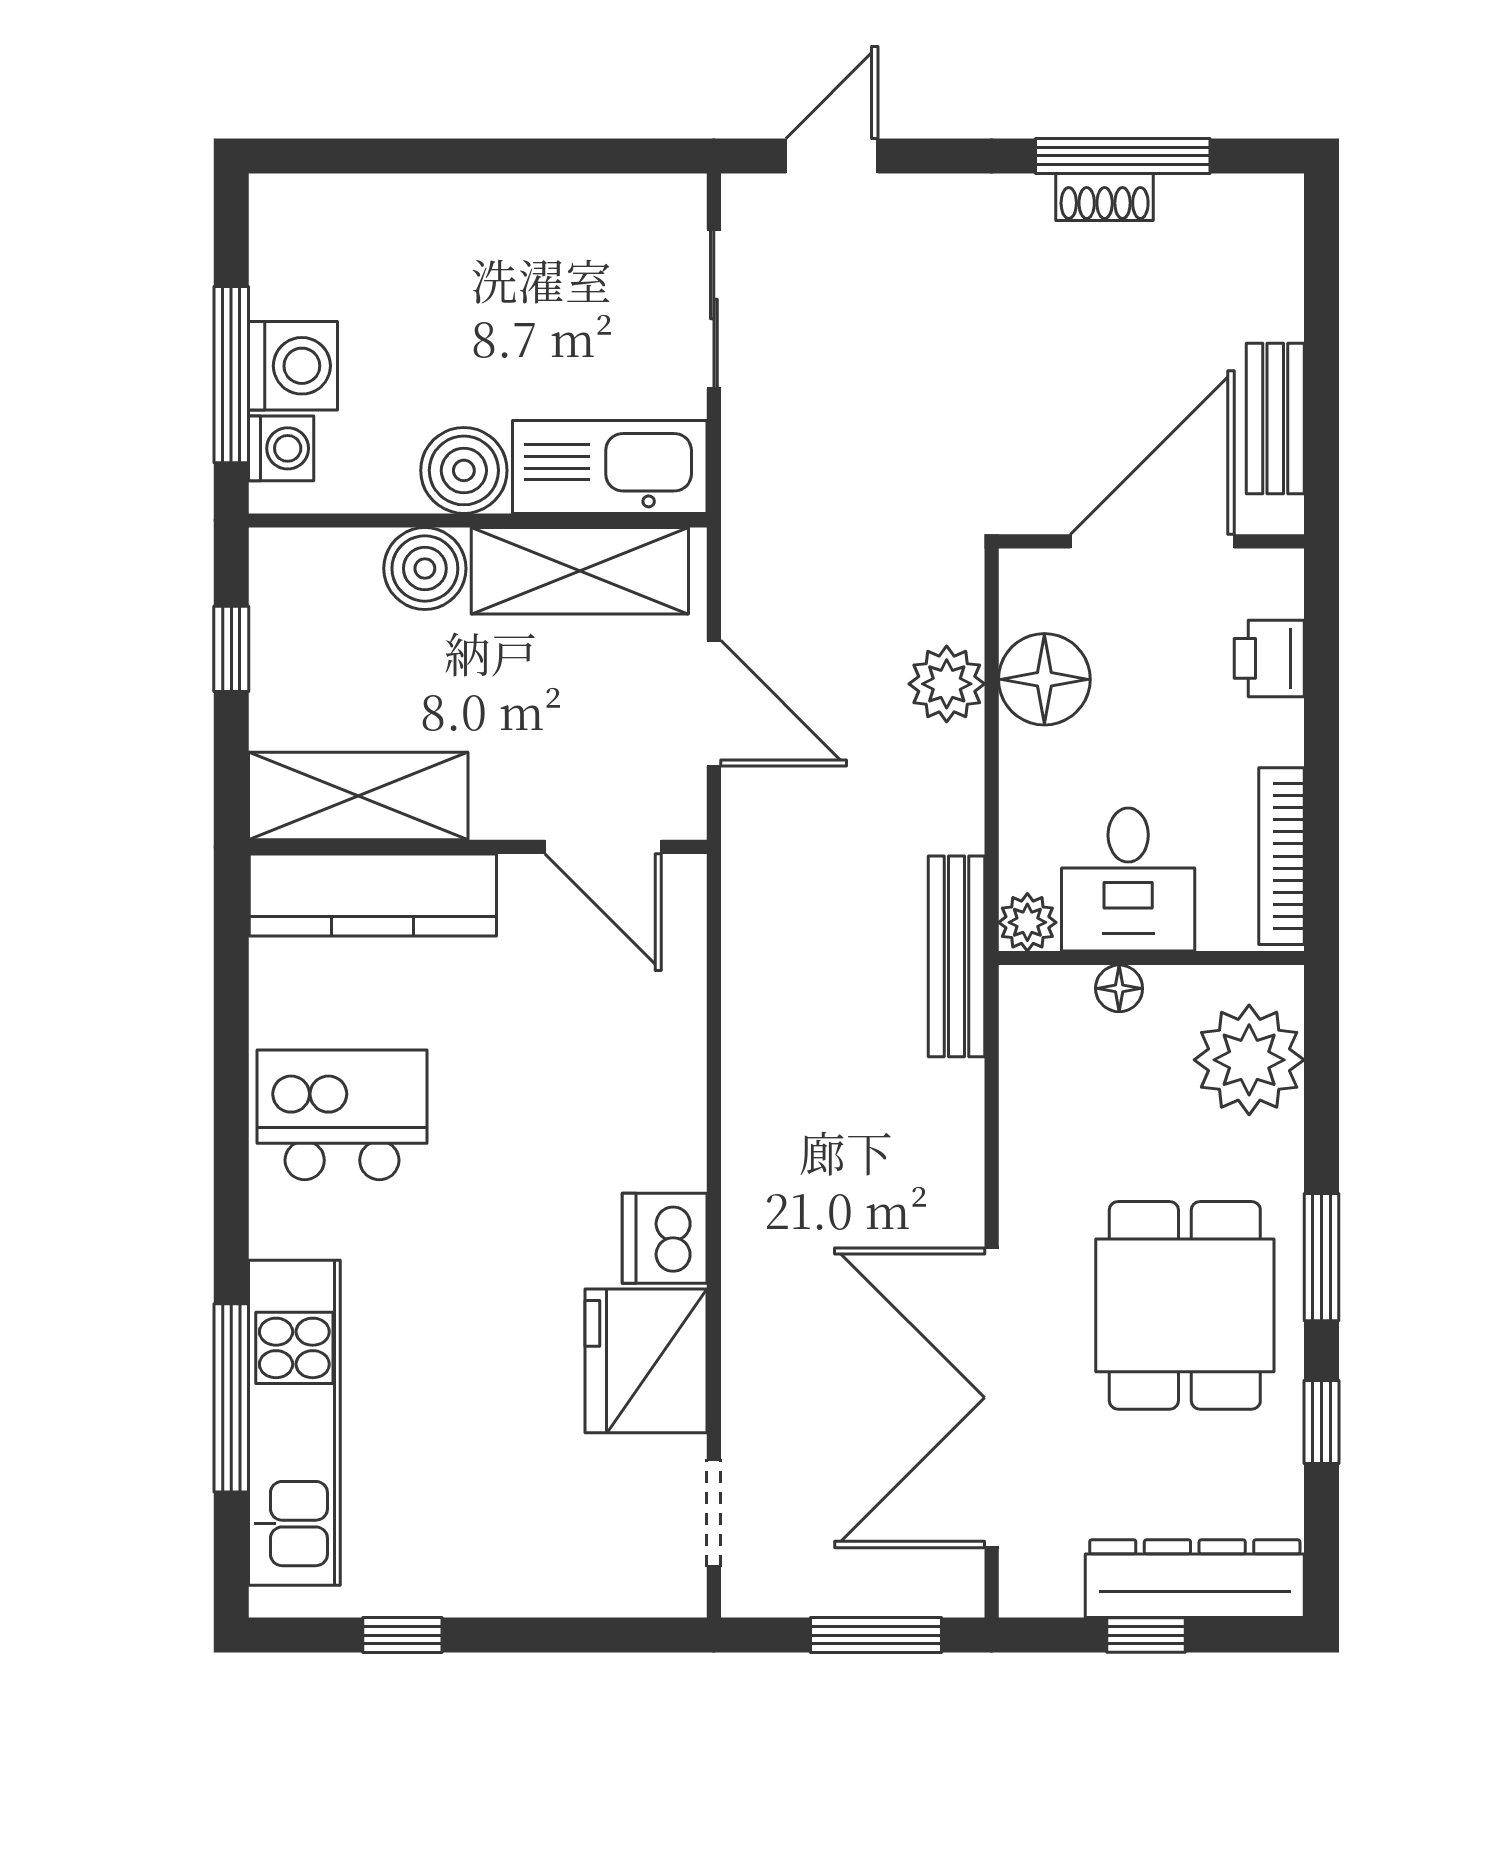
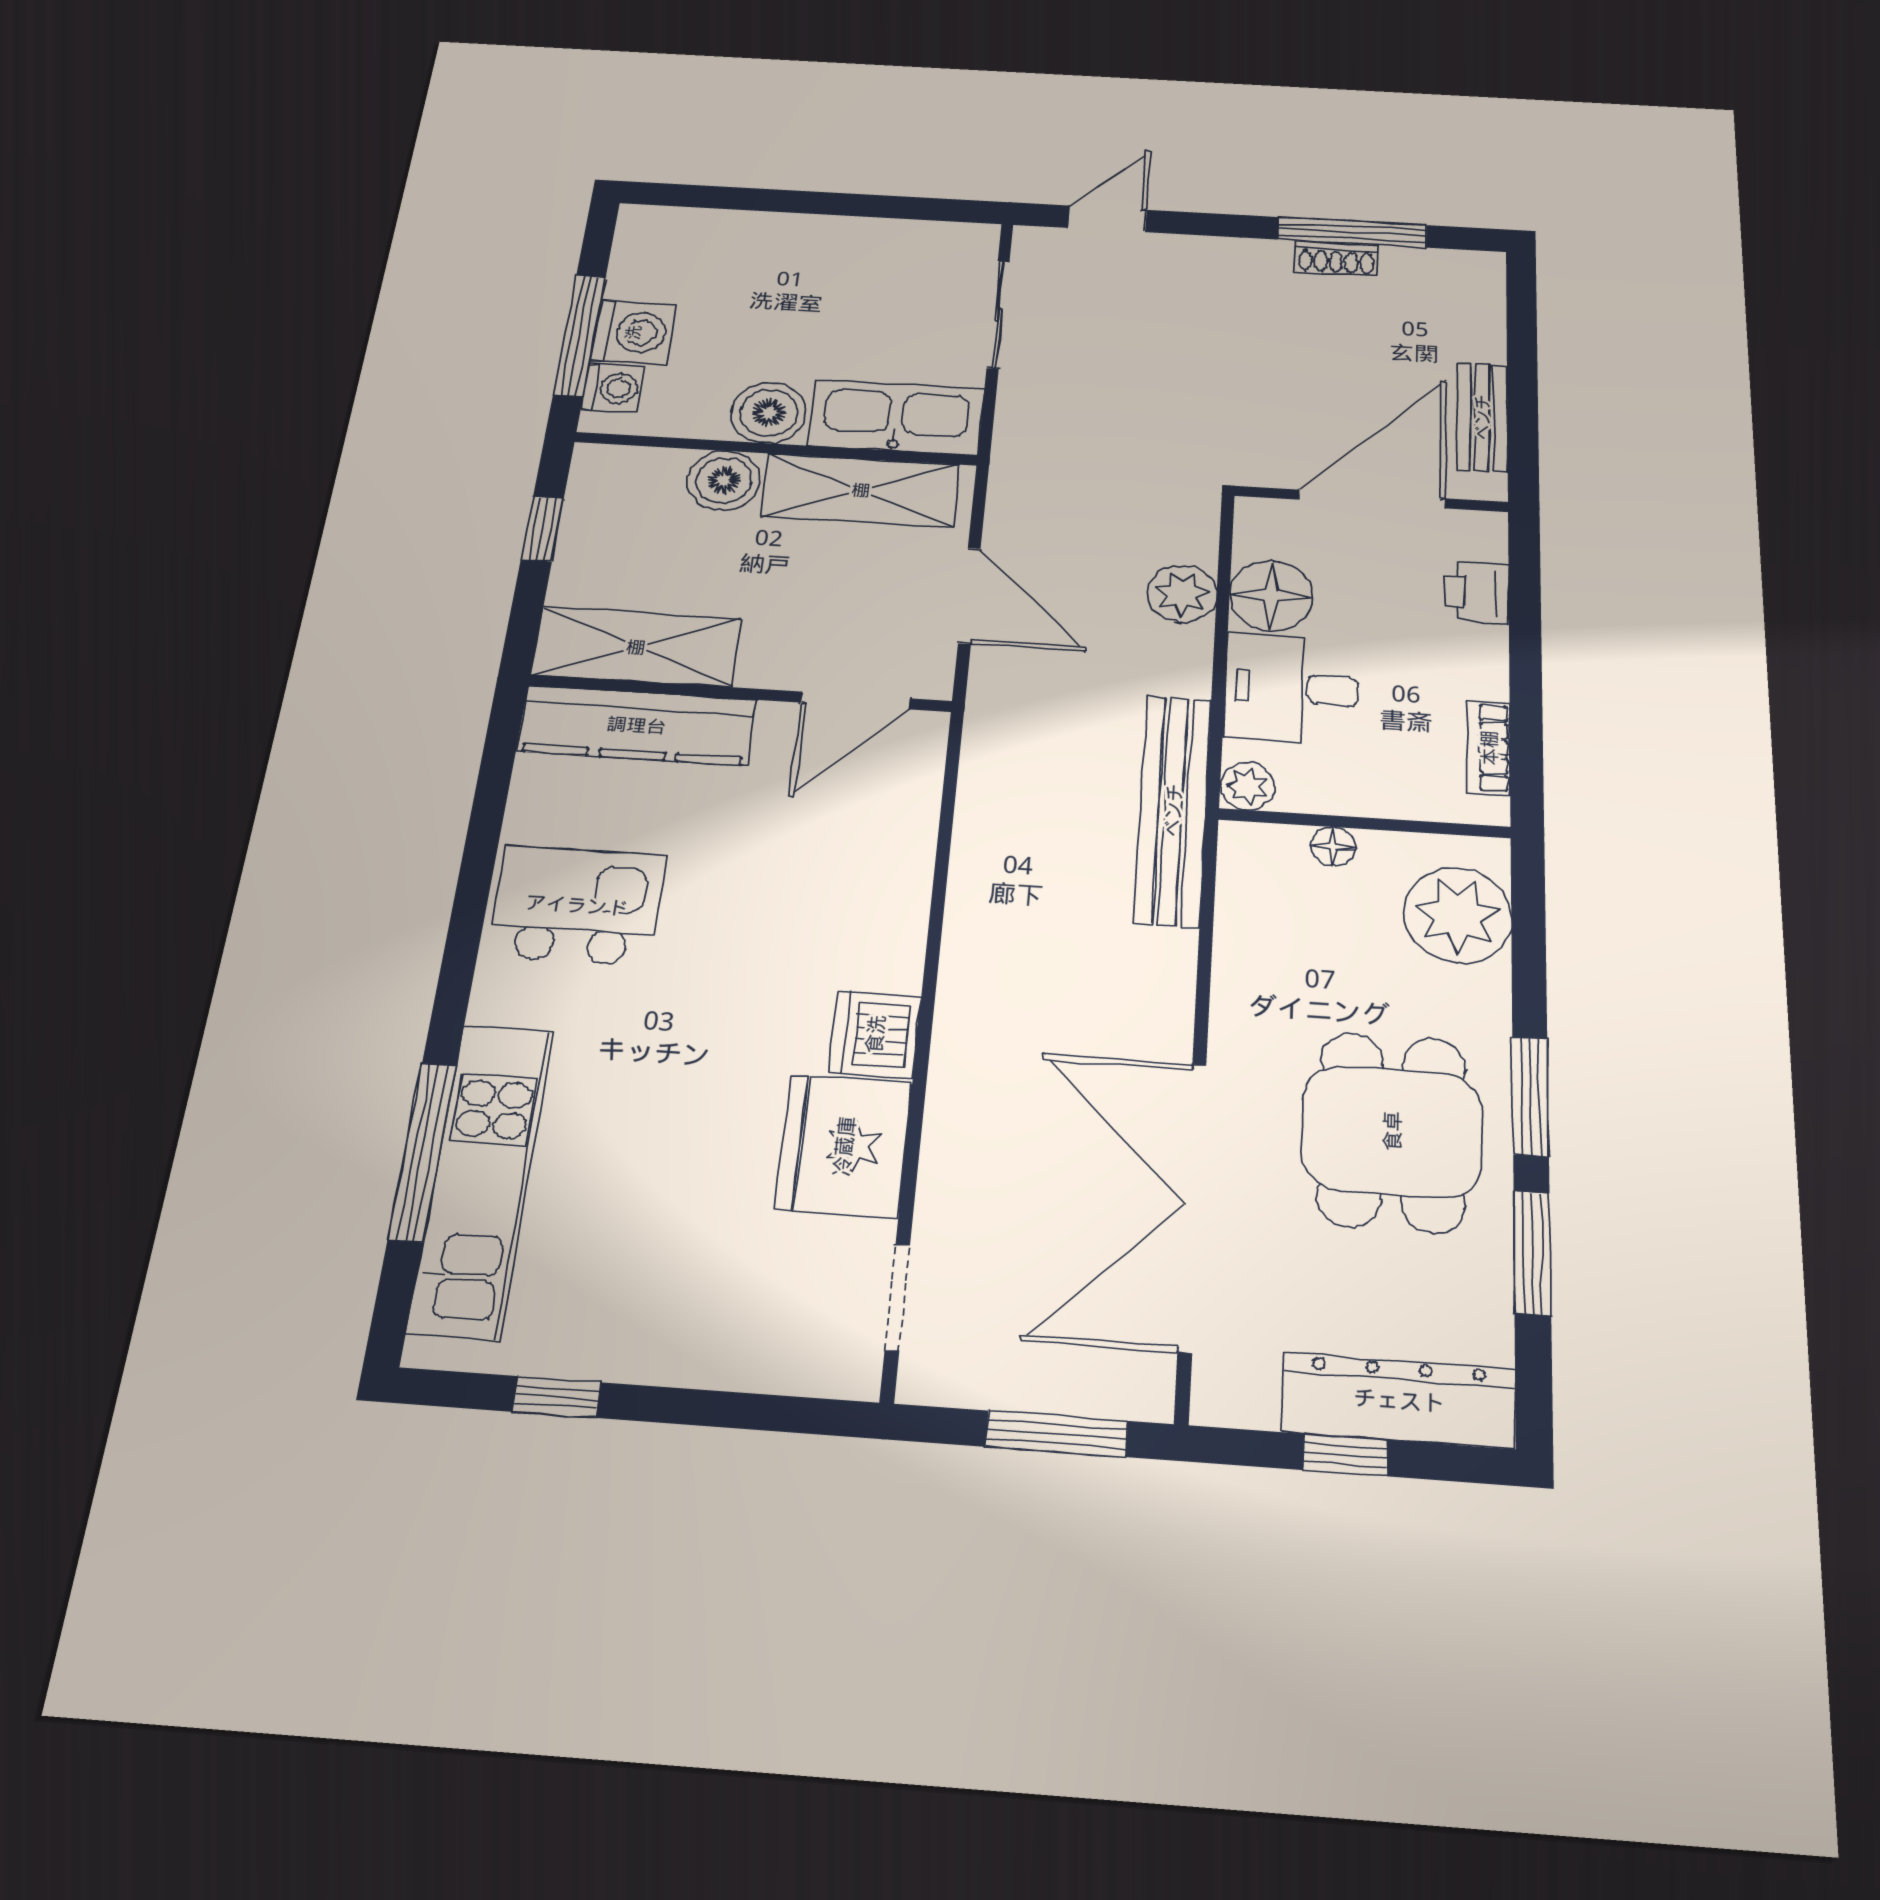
door: (603, 847) -> (855, 701), hinge flipped
bookcase: (1281, 856) -> (1489, 748), width x0.64
desk: (1128, 879) -> (1292, 688), moved, turned 90
bench: (957, 956) -> (1173, 810), width x1.37, depth x1.21
window: (1321, 1422) -> (1532, 1253), width x1.50

